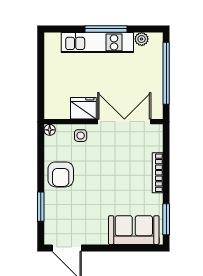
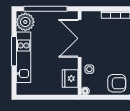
plant: (142, 39) -> (25, 22), width x1.87, depth x1.87
fridge: (83, 108) -> (70, 79), moved

